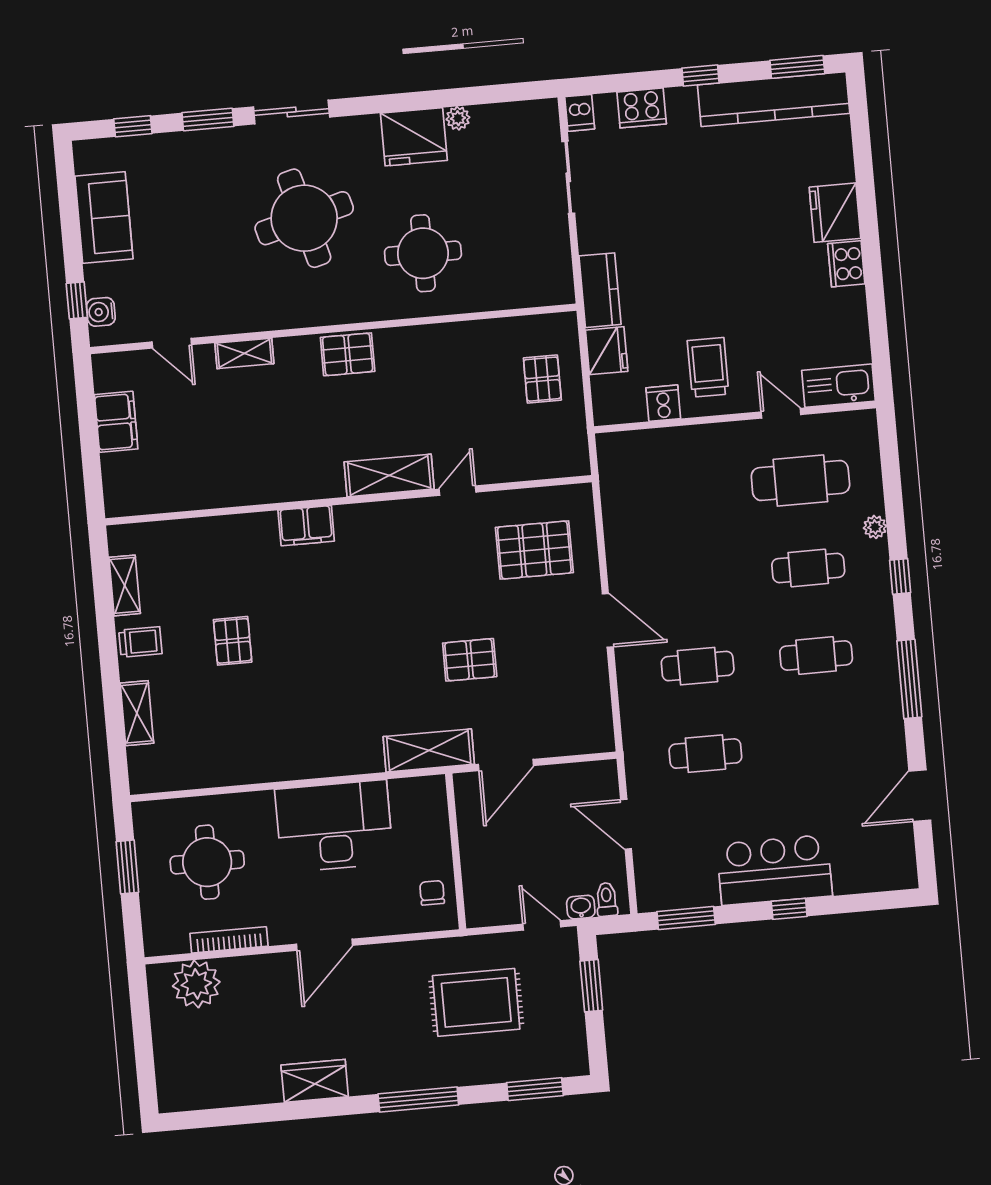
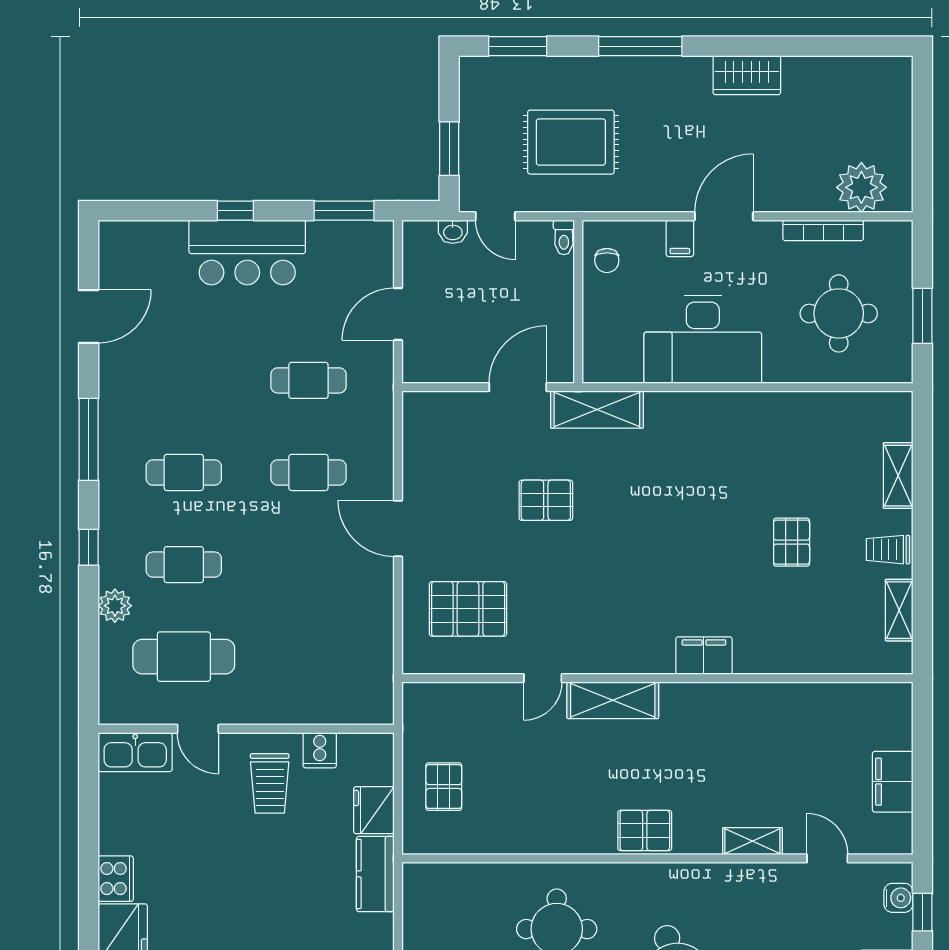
plant: (875, 527) -> (115, 606), width x1.38, depth x1.38
door: (626, 824) -> (398, 314), swing flipped
toilet: (607, 899) -> (564, 237), moved
filing cabinet: (365, 920) -> (680, 238), added

